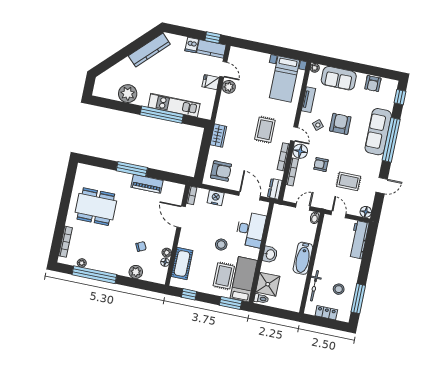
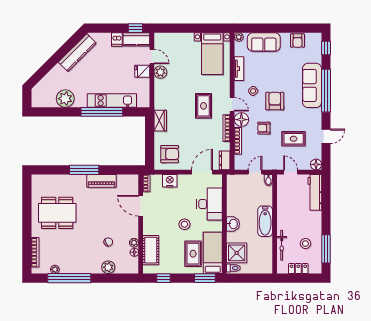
armchair: (340, 124) -> (275, 101), moved
door: (250, 196) -> (202, 172), hinge flipped

